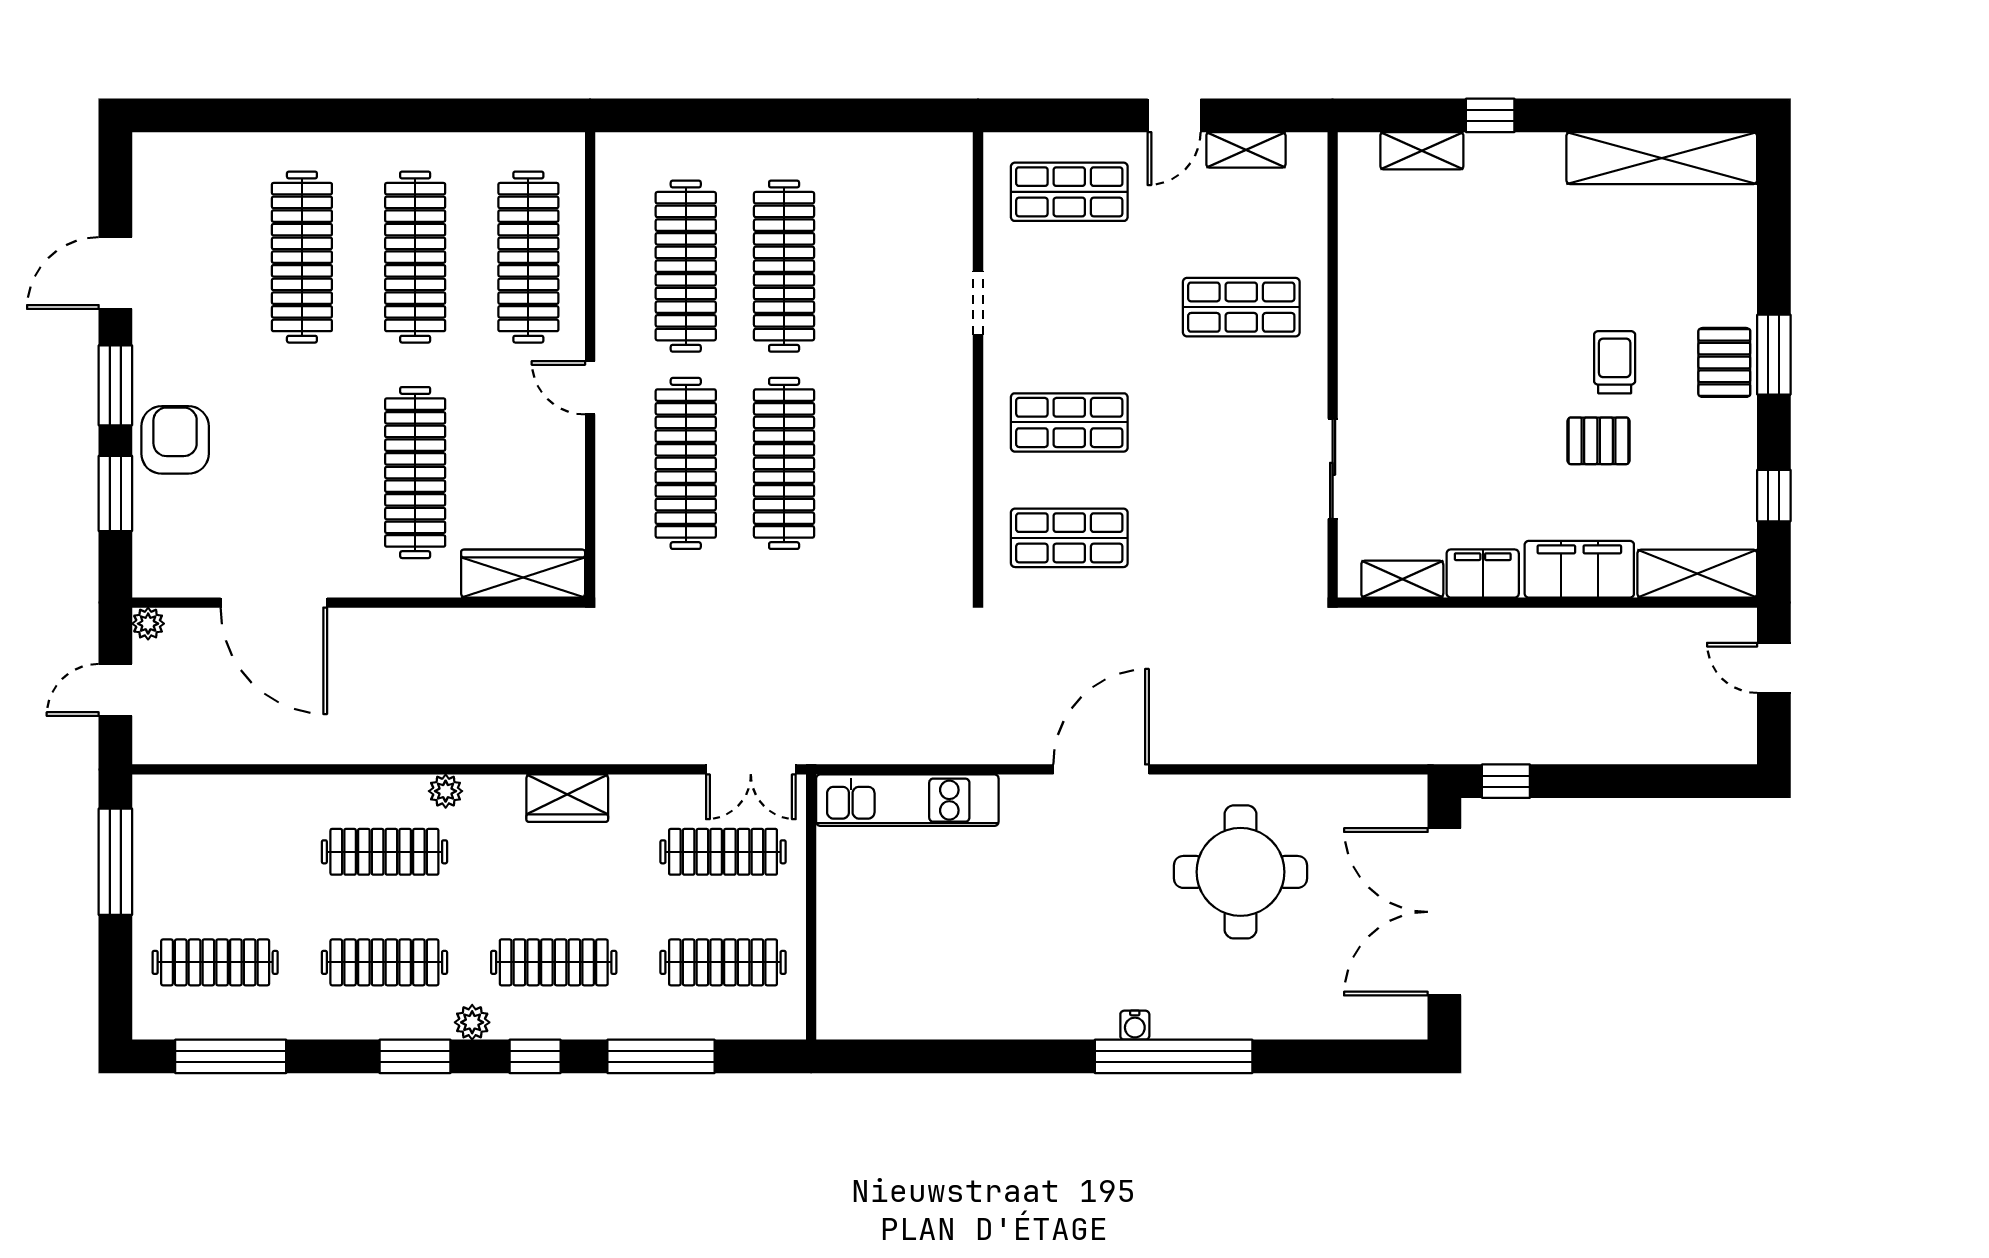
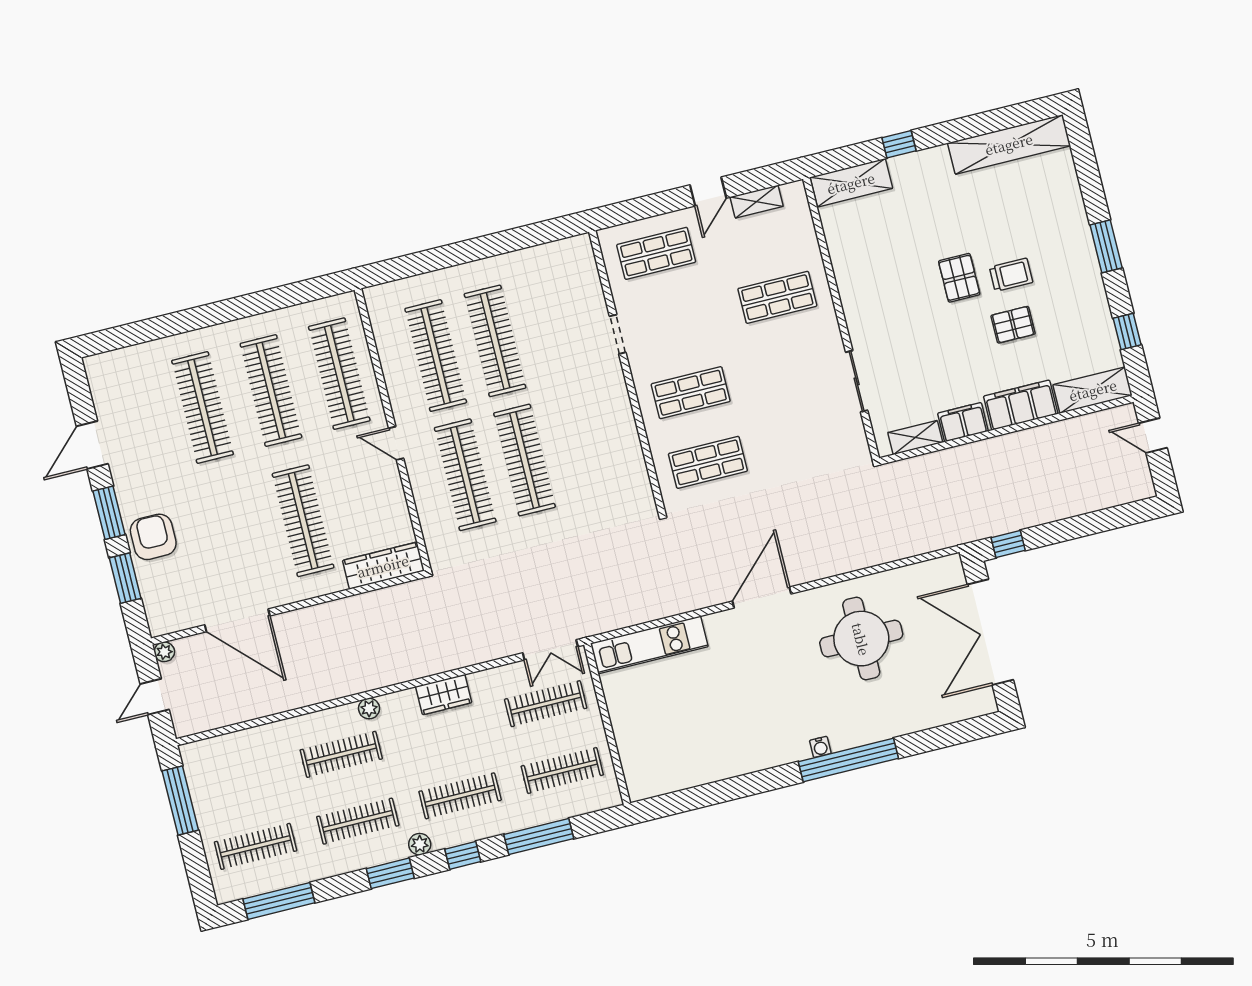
shelving: (1422, 151) -> (851, 183), width x1.50, depth x1.33
trolley: (1615, 362) -> (1011, 275), turned 90
pallet: (1724, 362) -> (959, 278), moved

